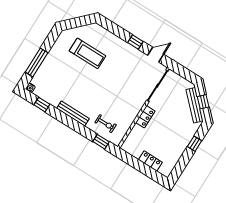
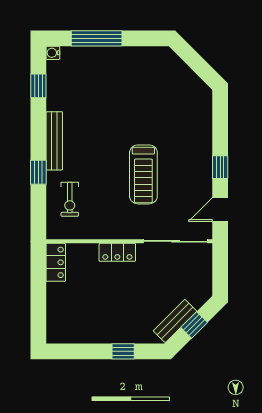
treadmill: (88, 53) -> (143, 174), moved
door: (156, 55) -> (220, 209), swing flipped
bench: (195, 105) -> (175, 321), width x0.73
window: (101, 142) -> (38, 172), moved
locker: (150, 161) -> (56, 262), moved

